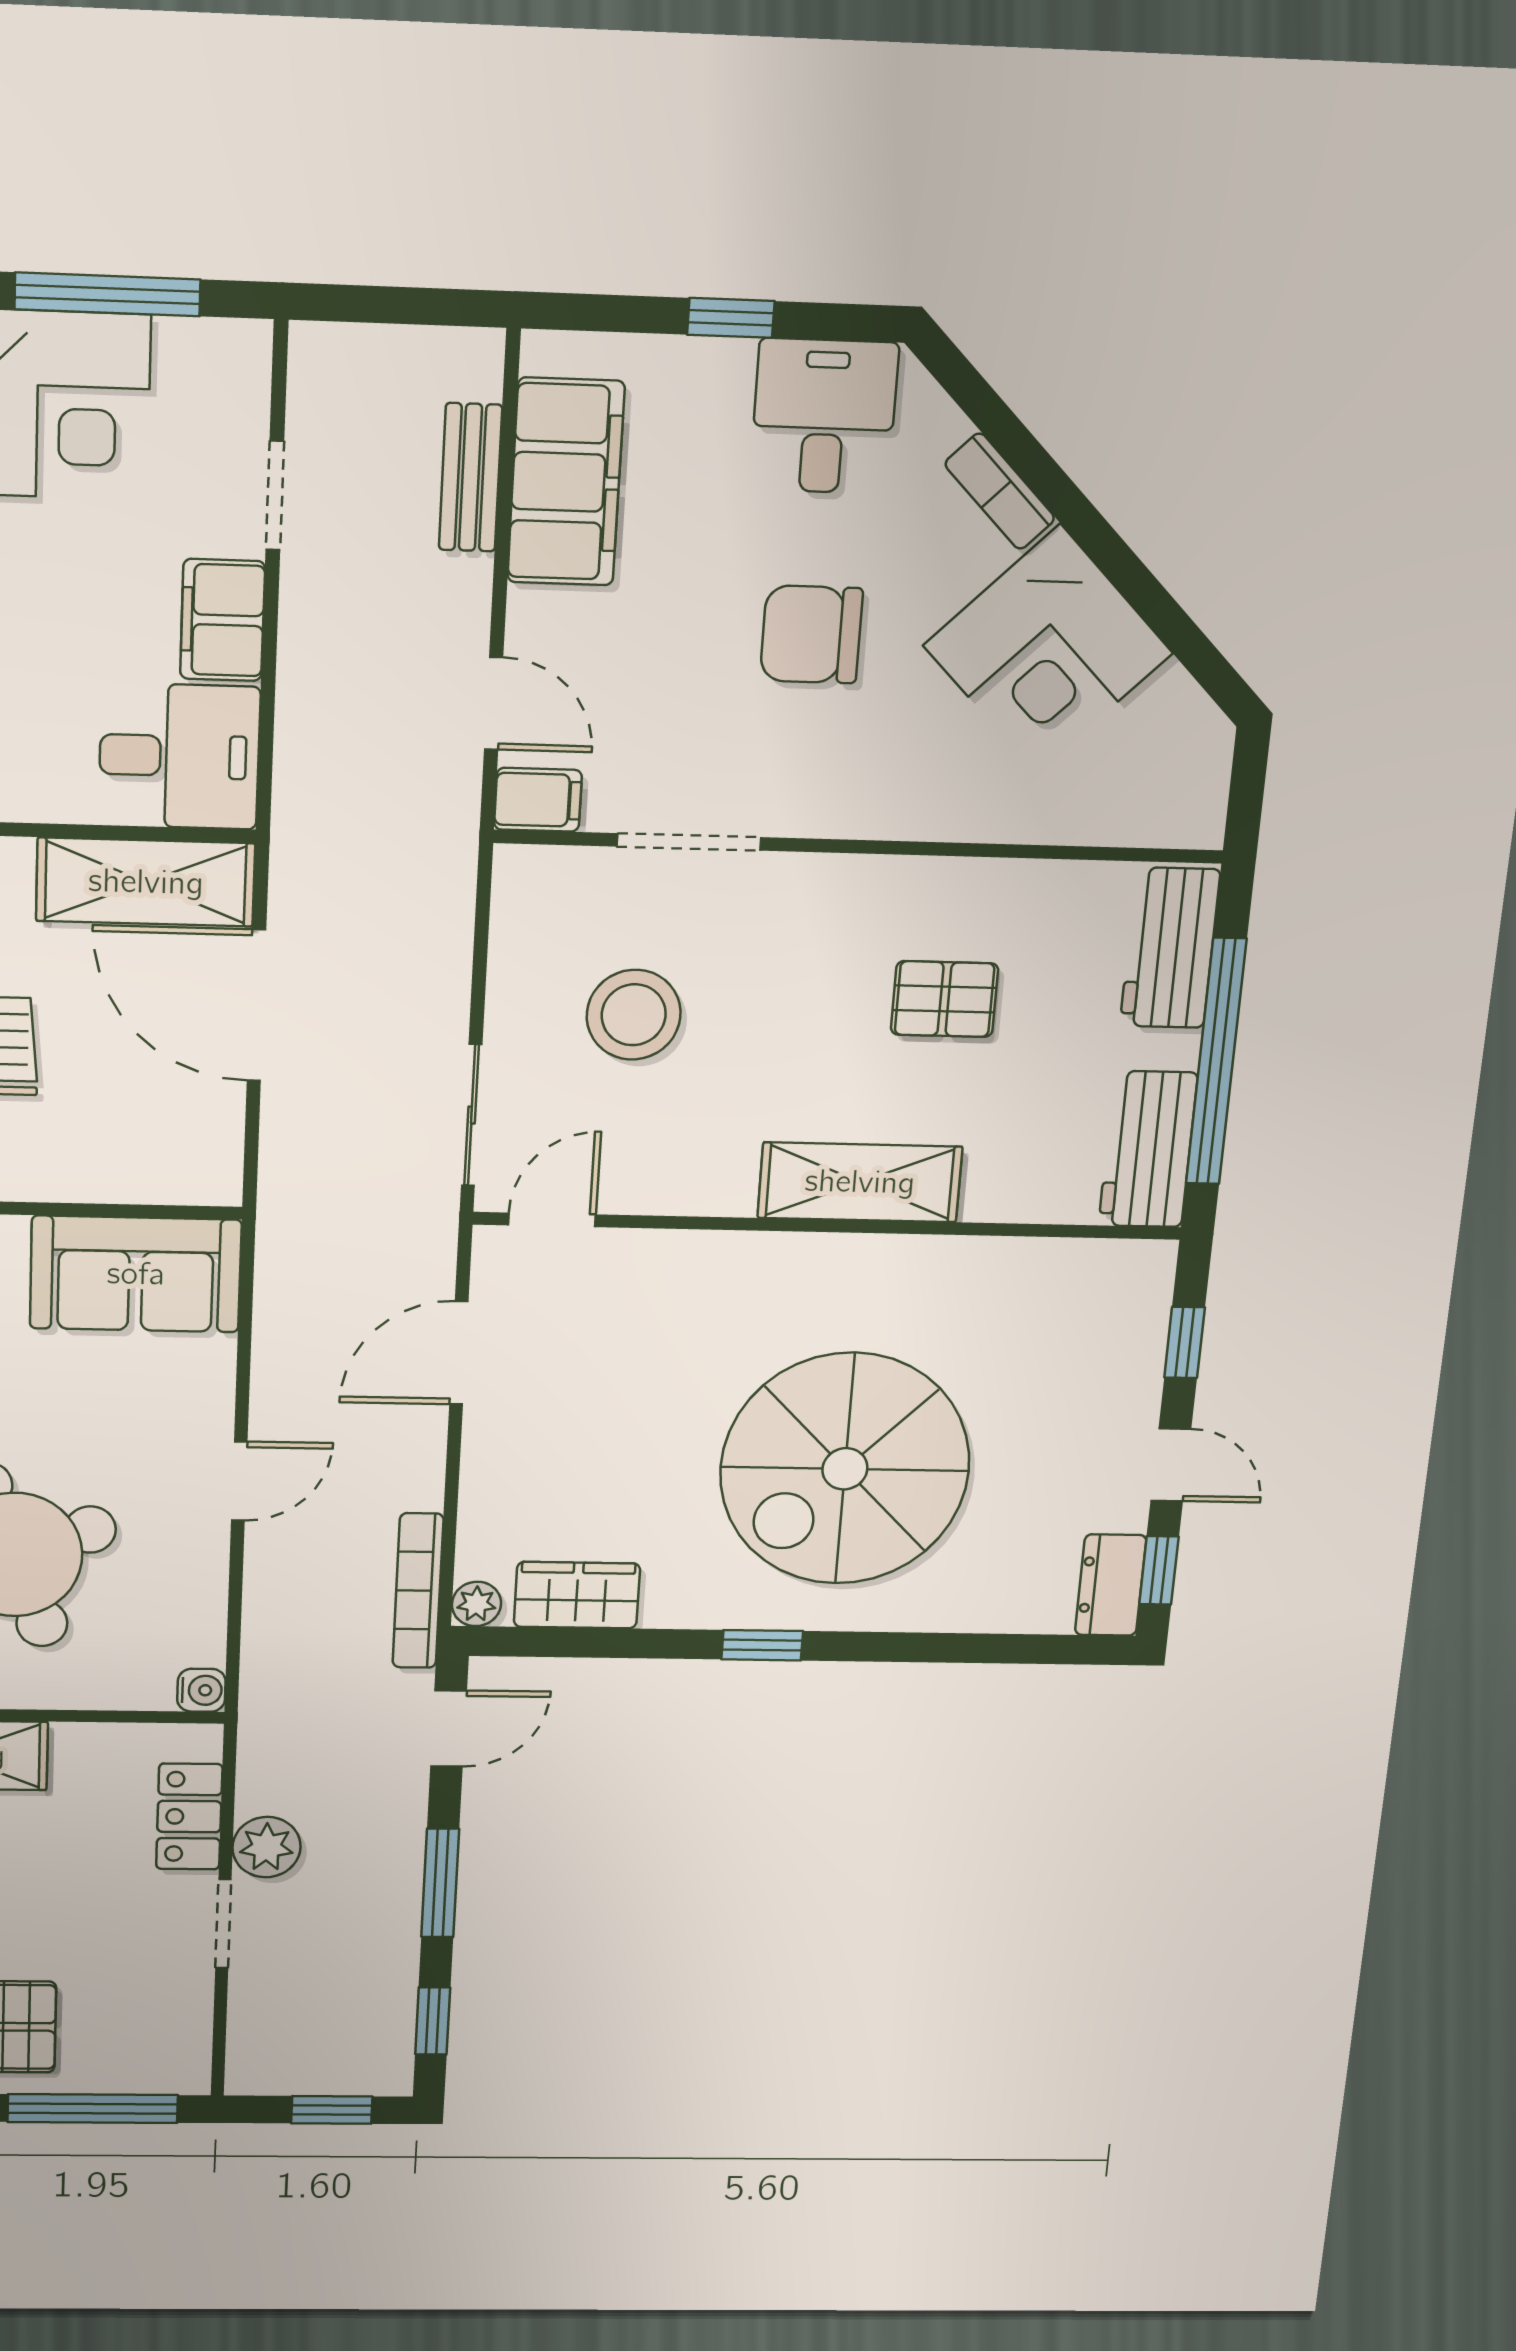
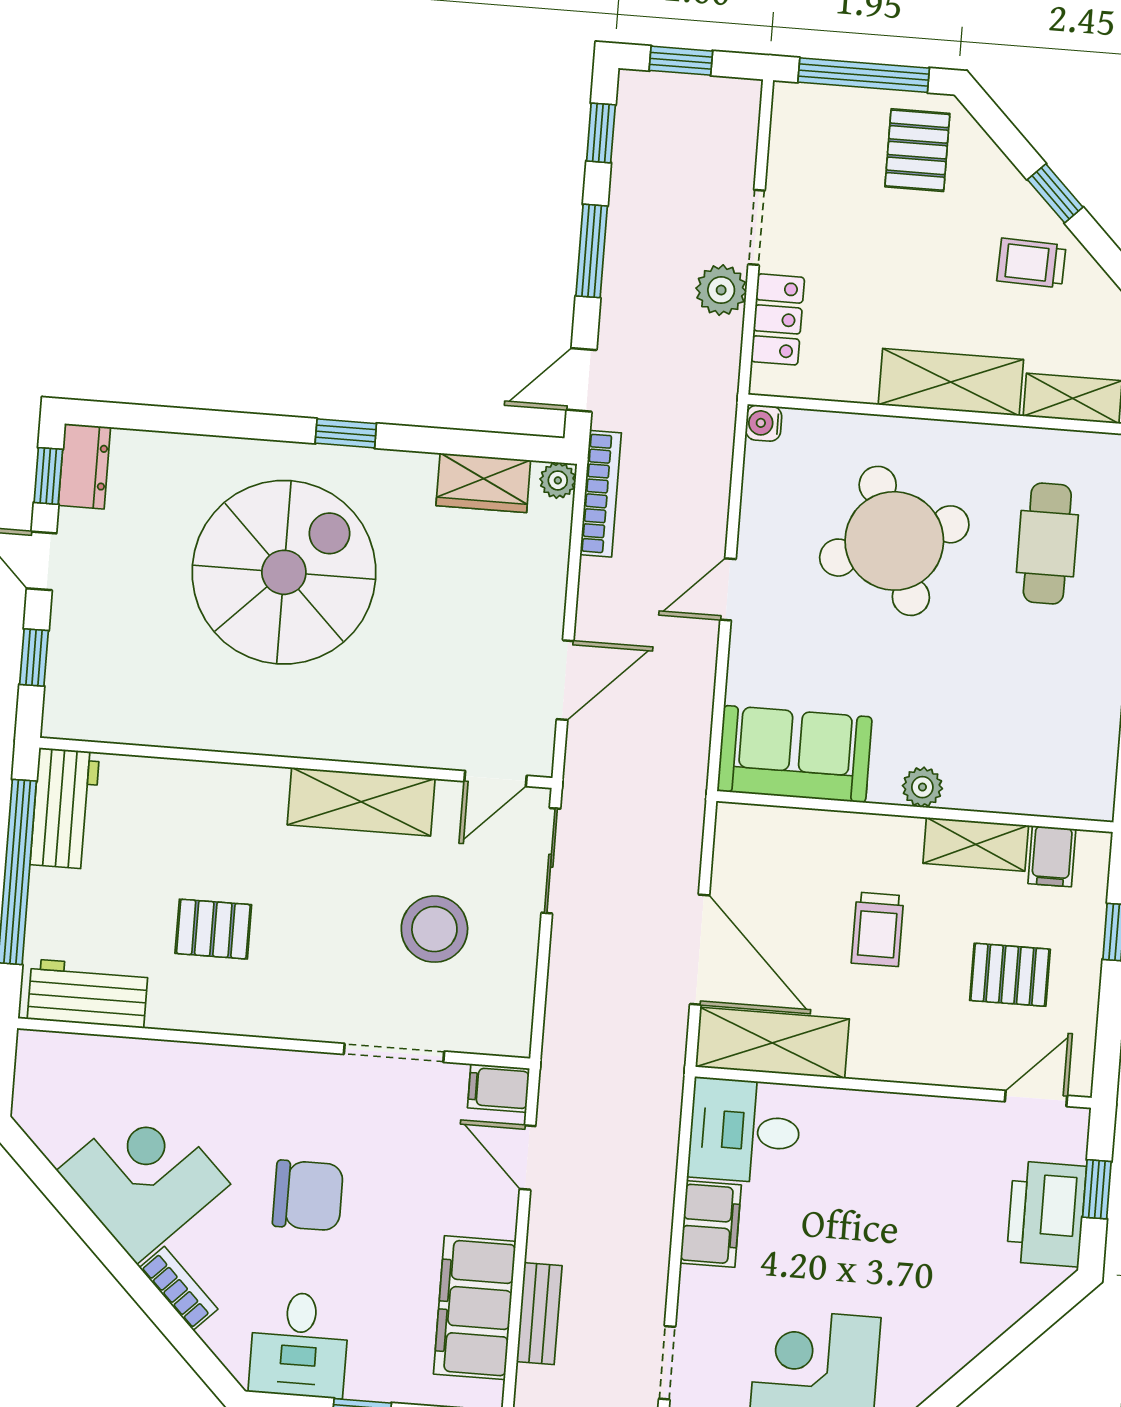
doorway: (275, 495) -> (667, 1363), moved
workbench: (1170, 948) -> (88, 994), moved, turned -90
shelving: (860, 1182) -> (361, 802), moved

